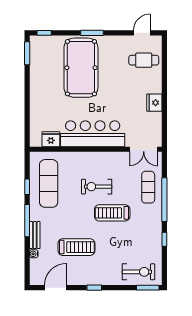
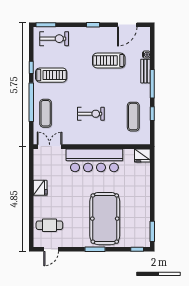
fridge: (51, 139) -> (142, 155), moved
exercise mat: (49, 183) -> (133, 117), width x0.73, depth x0.69
treadmill: (112, 213) -> (51, 75), moved
exercise bike: (138, 272) -> (54, 39), turned 180

